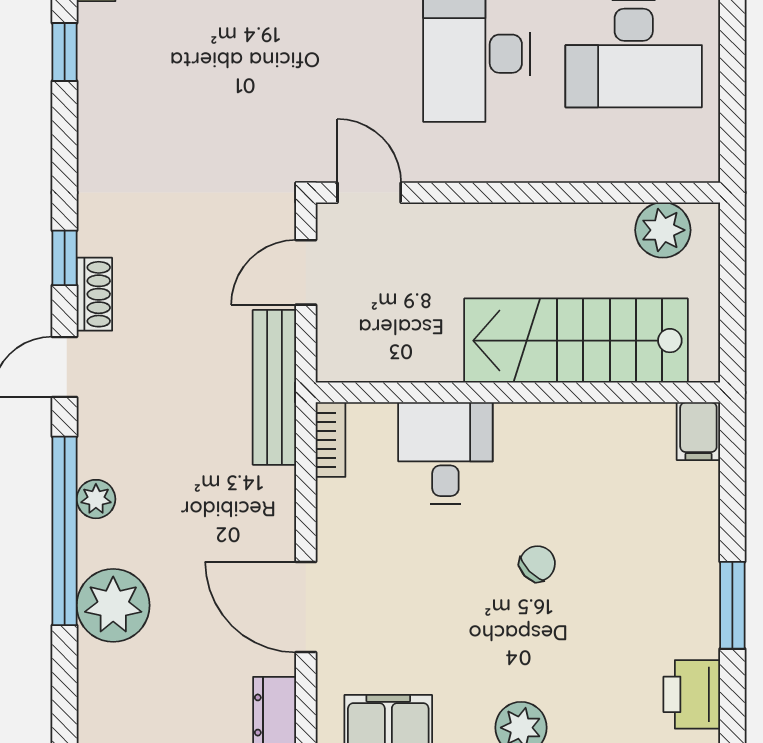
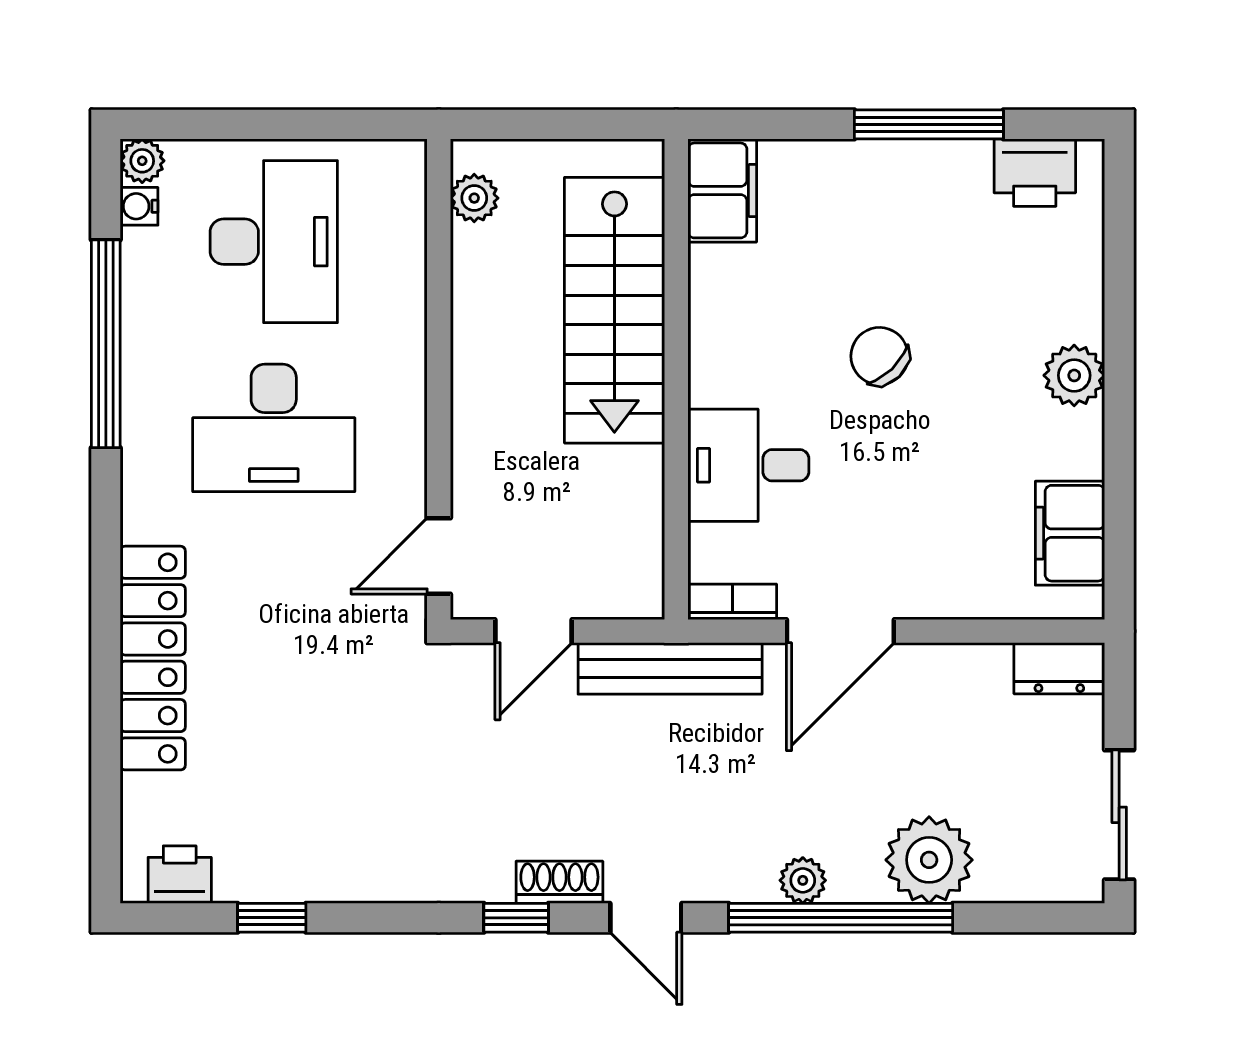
plant: (663, 230) -> (474, 198), width x0.73, depth x0.73
door: (306, 272) -> (533, 631), hinge flipped
filing cabinet: (698, 431) -> (722, 190), width x2.00
chair: (537, 564) -> (880, 356), width x1.37, depth x1.37
window: (732, 605) -> (929, 124), width x1.44
door: (306, 607) -> (840, 631), moved

